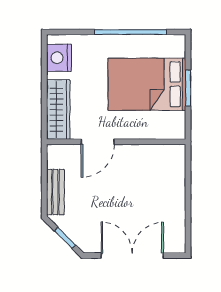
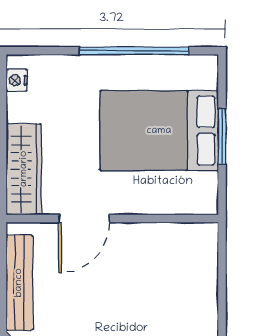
nightstand: (59, 58) -> (17, 80), width x0.53, depth x0.56
bench: (55, 192) -> (19, 283), width x1.36

